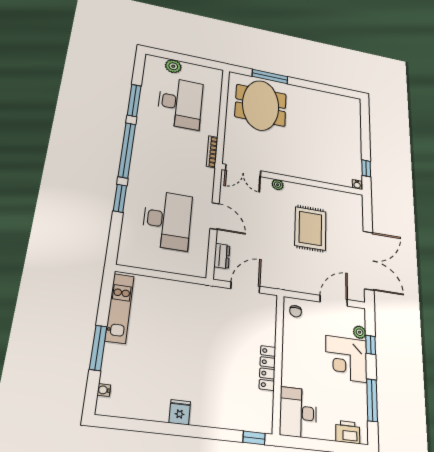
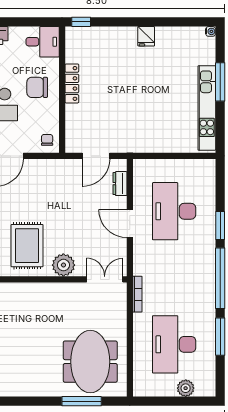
plant: (278, 185) -> (63, 265), width x1.87, depth x1.87
rug: (310, 228) -> (27, 246), moved
kitchen unit: (120, 308) -> (207, 108), width x1.36
chair: (305, 368) -> (37, 87), added
water cooler: (104, 390) -> (211, 31), moved
desk: (298, 413) -> (43, 42), width x0.73

